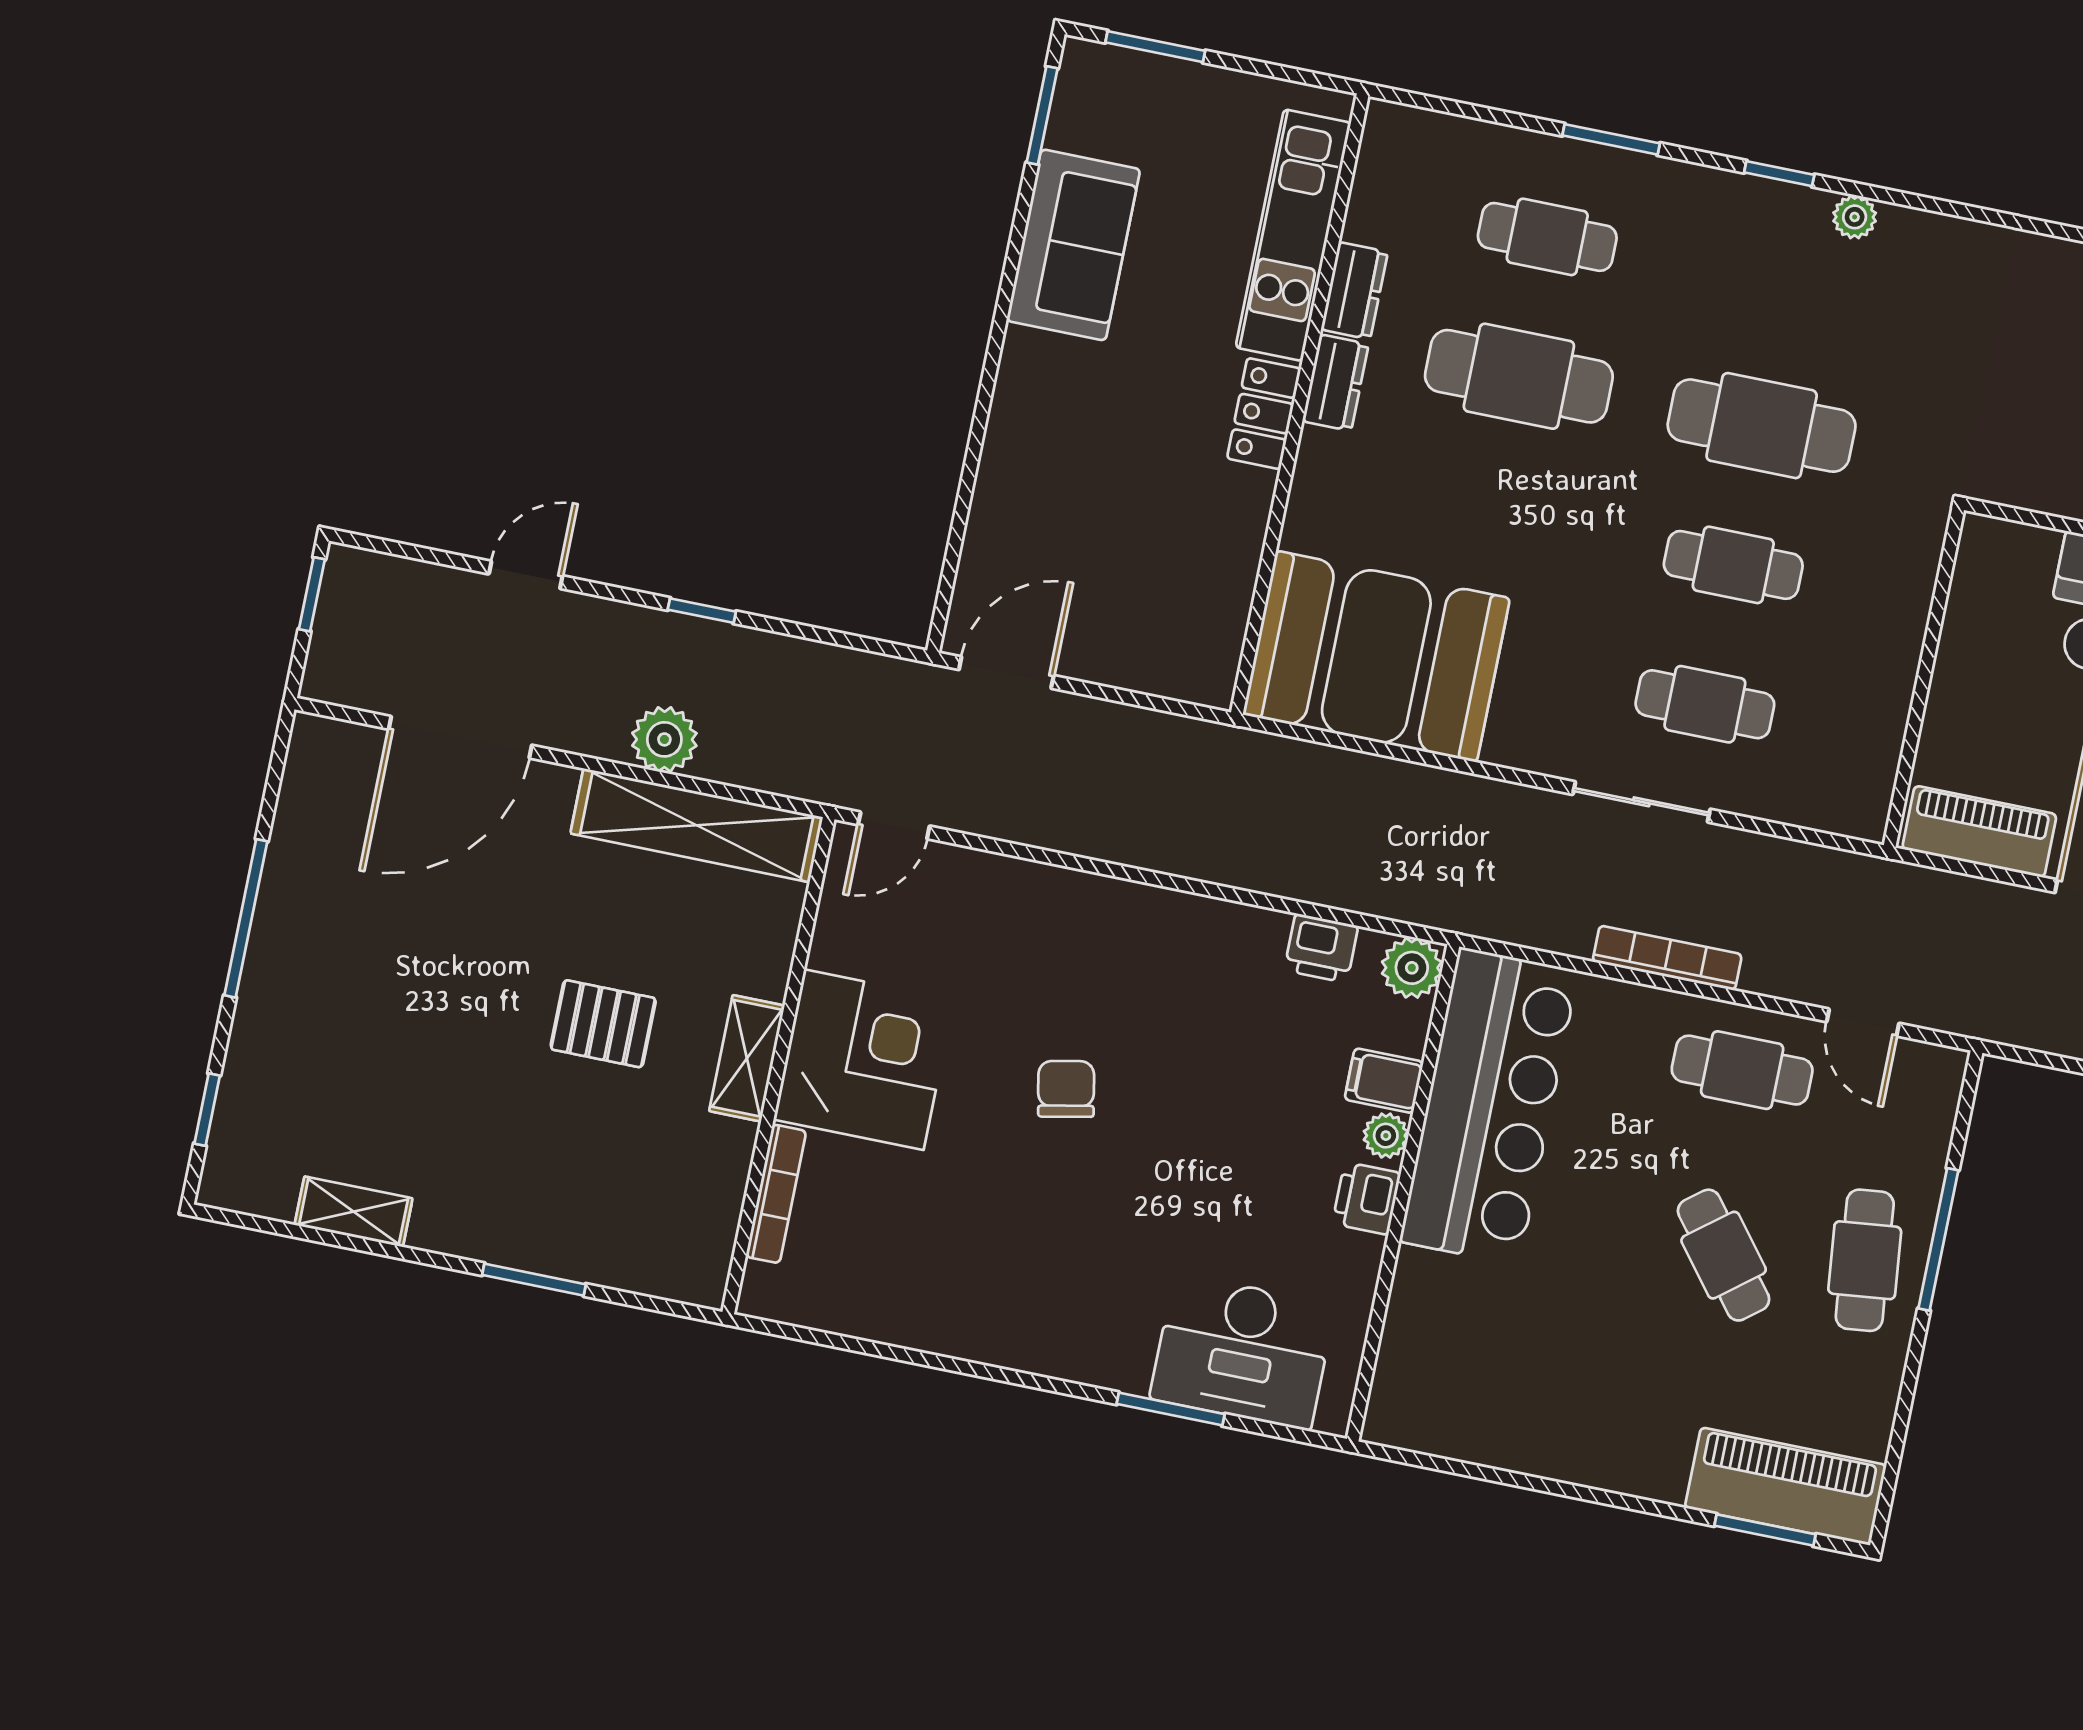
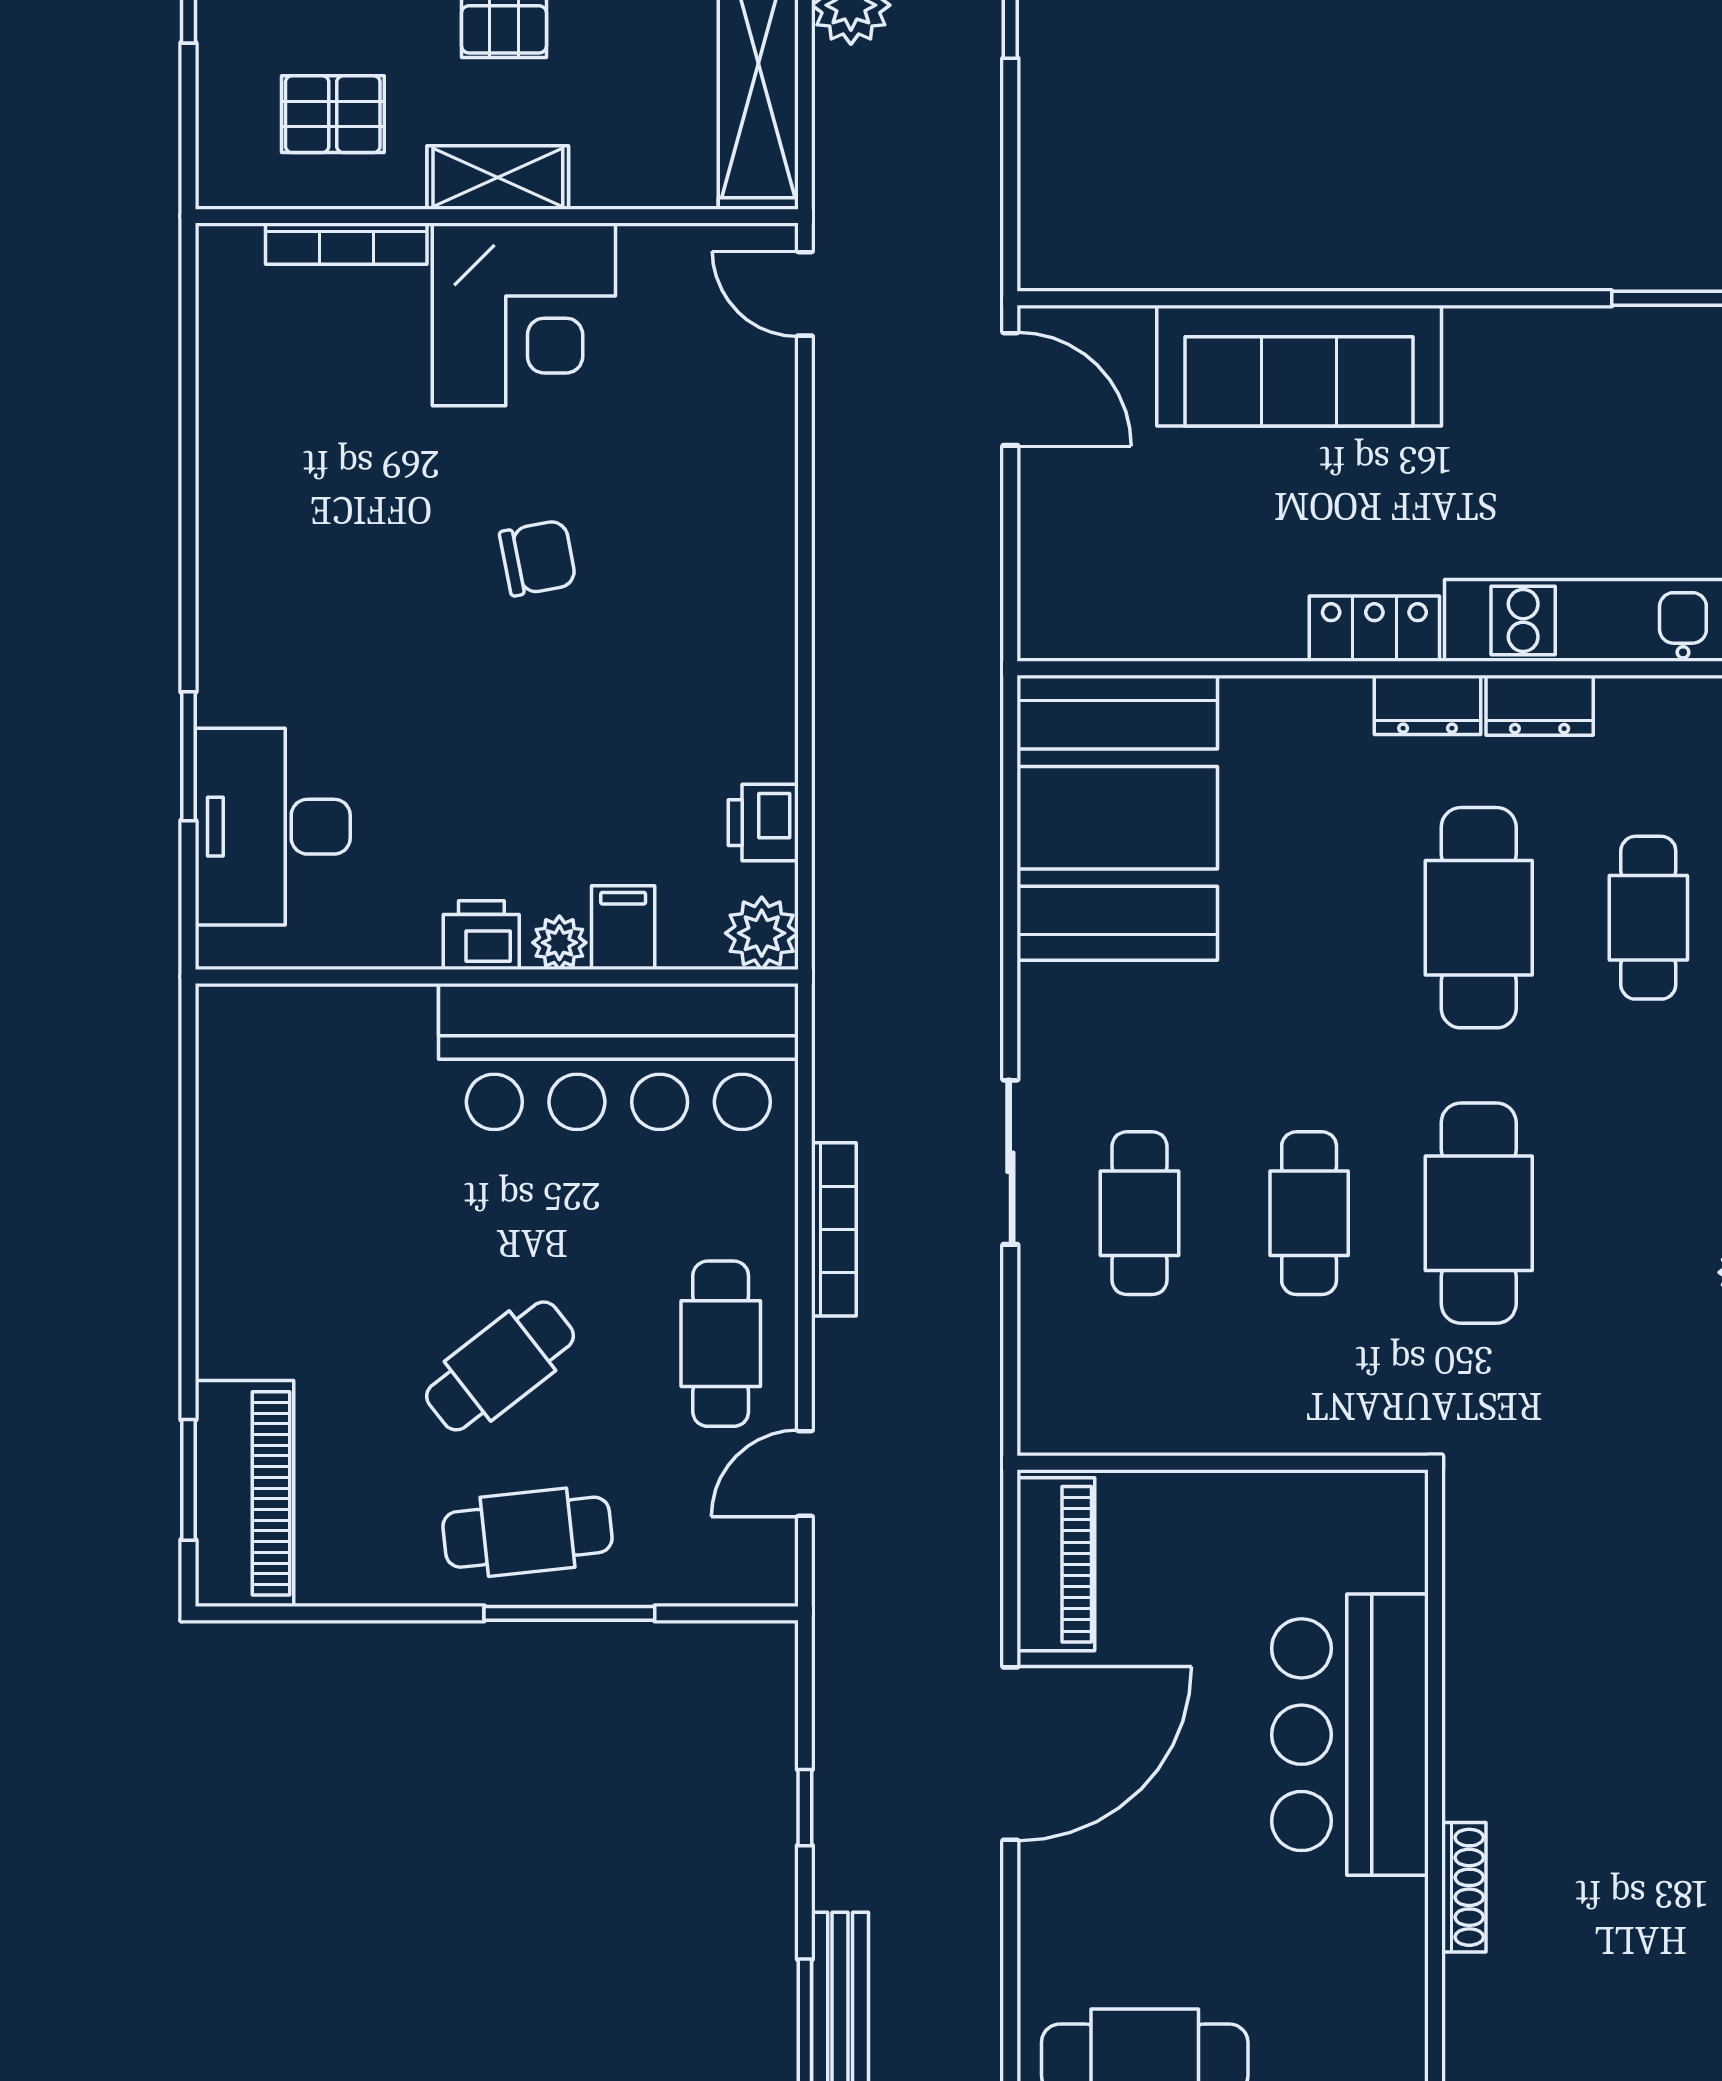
sofa: (1073, 245) -> (1299, 366), moved, width x1.36
pallet: (667, 1183) -> (333, 114), added

